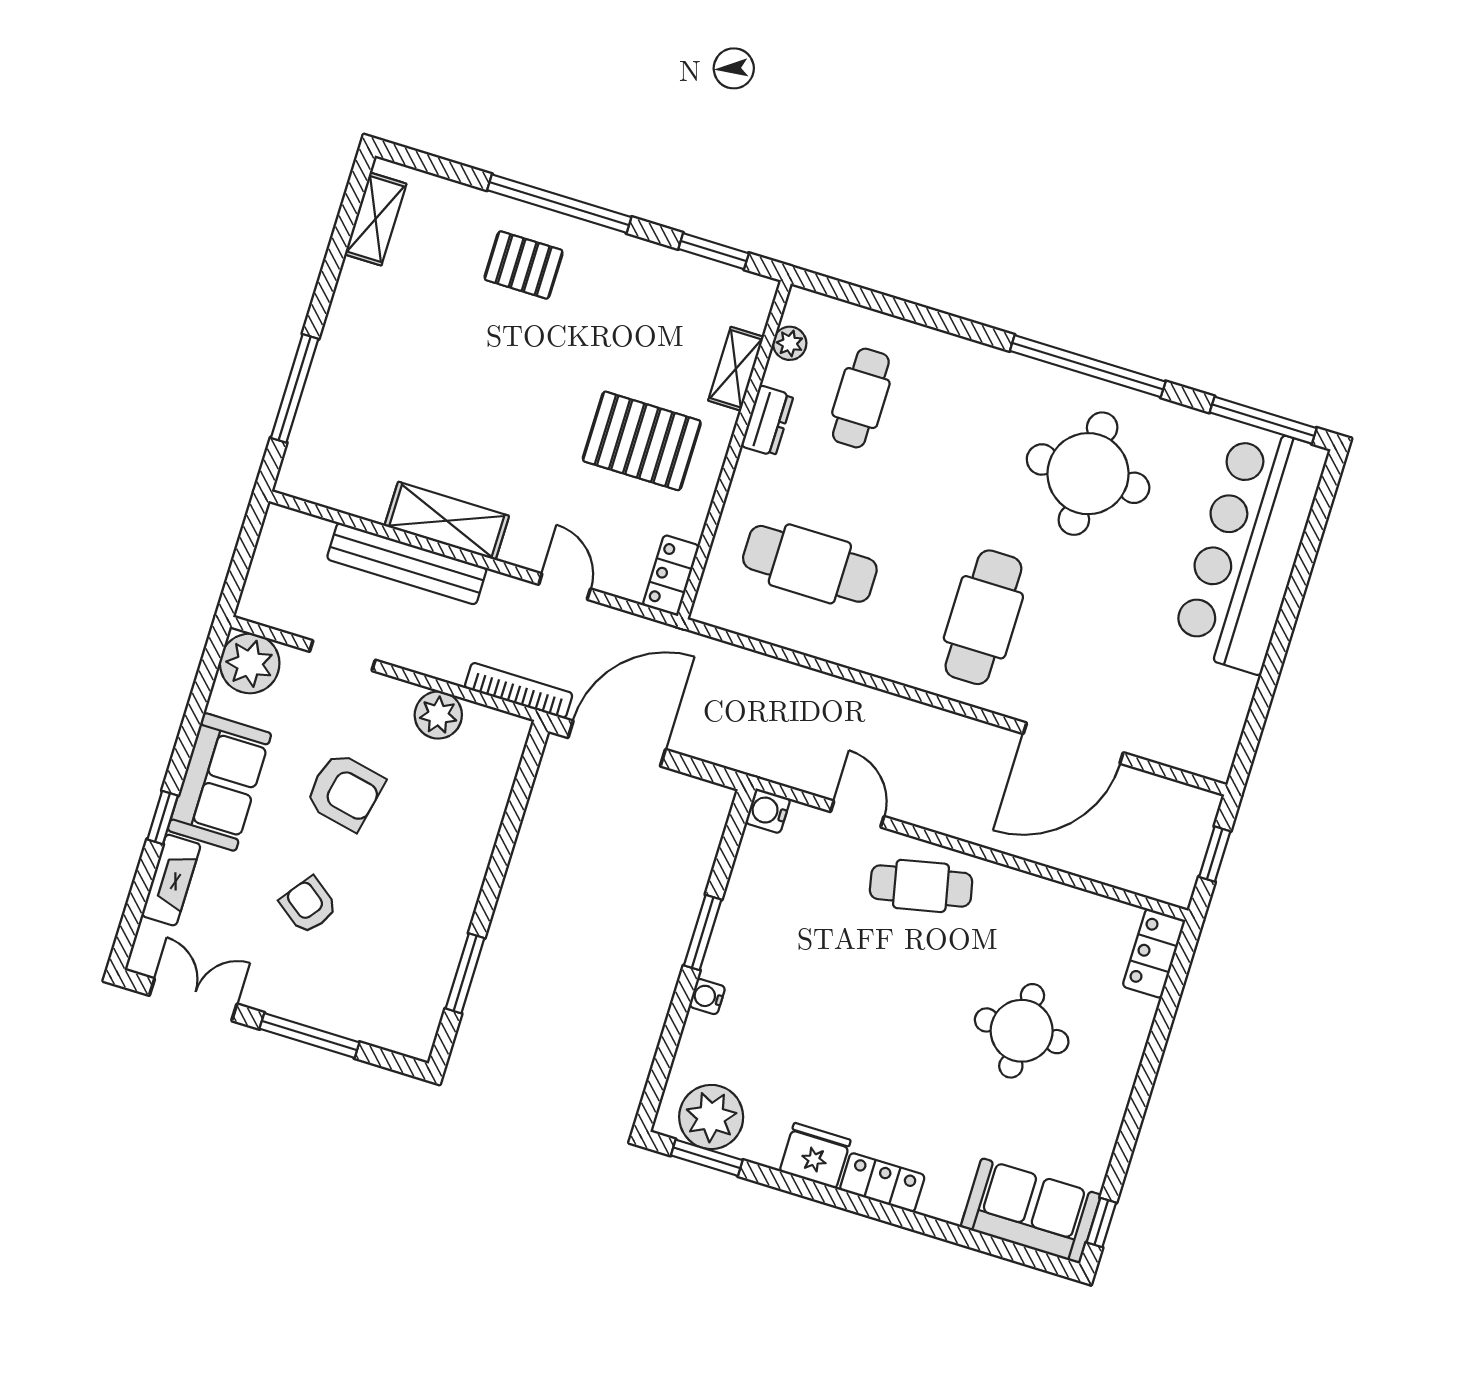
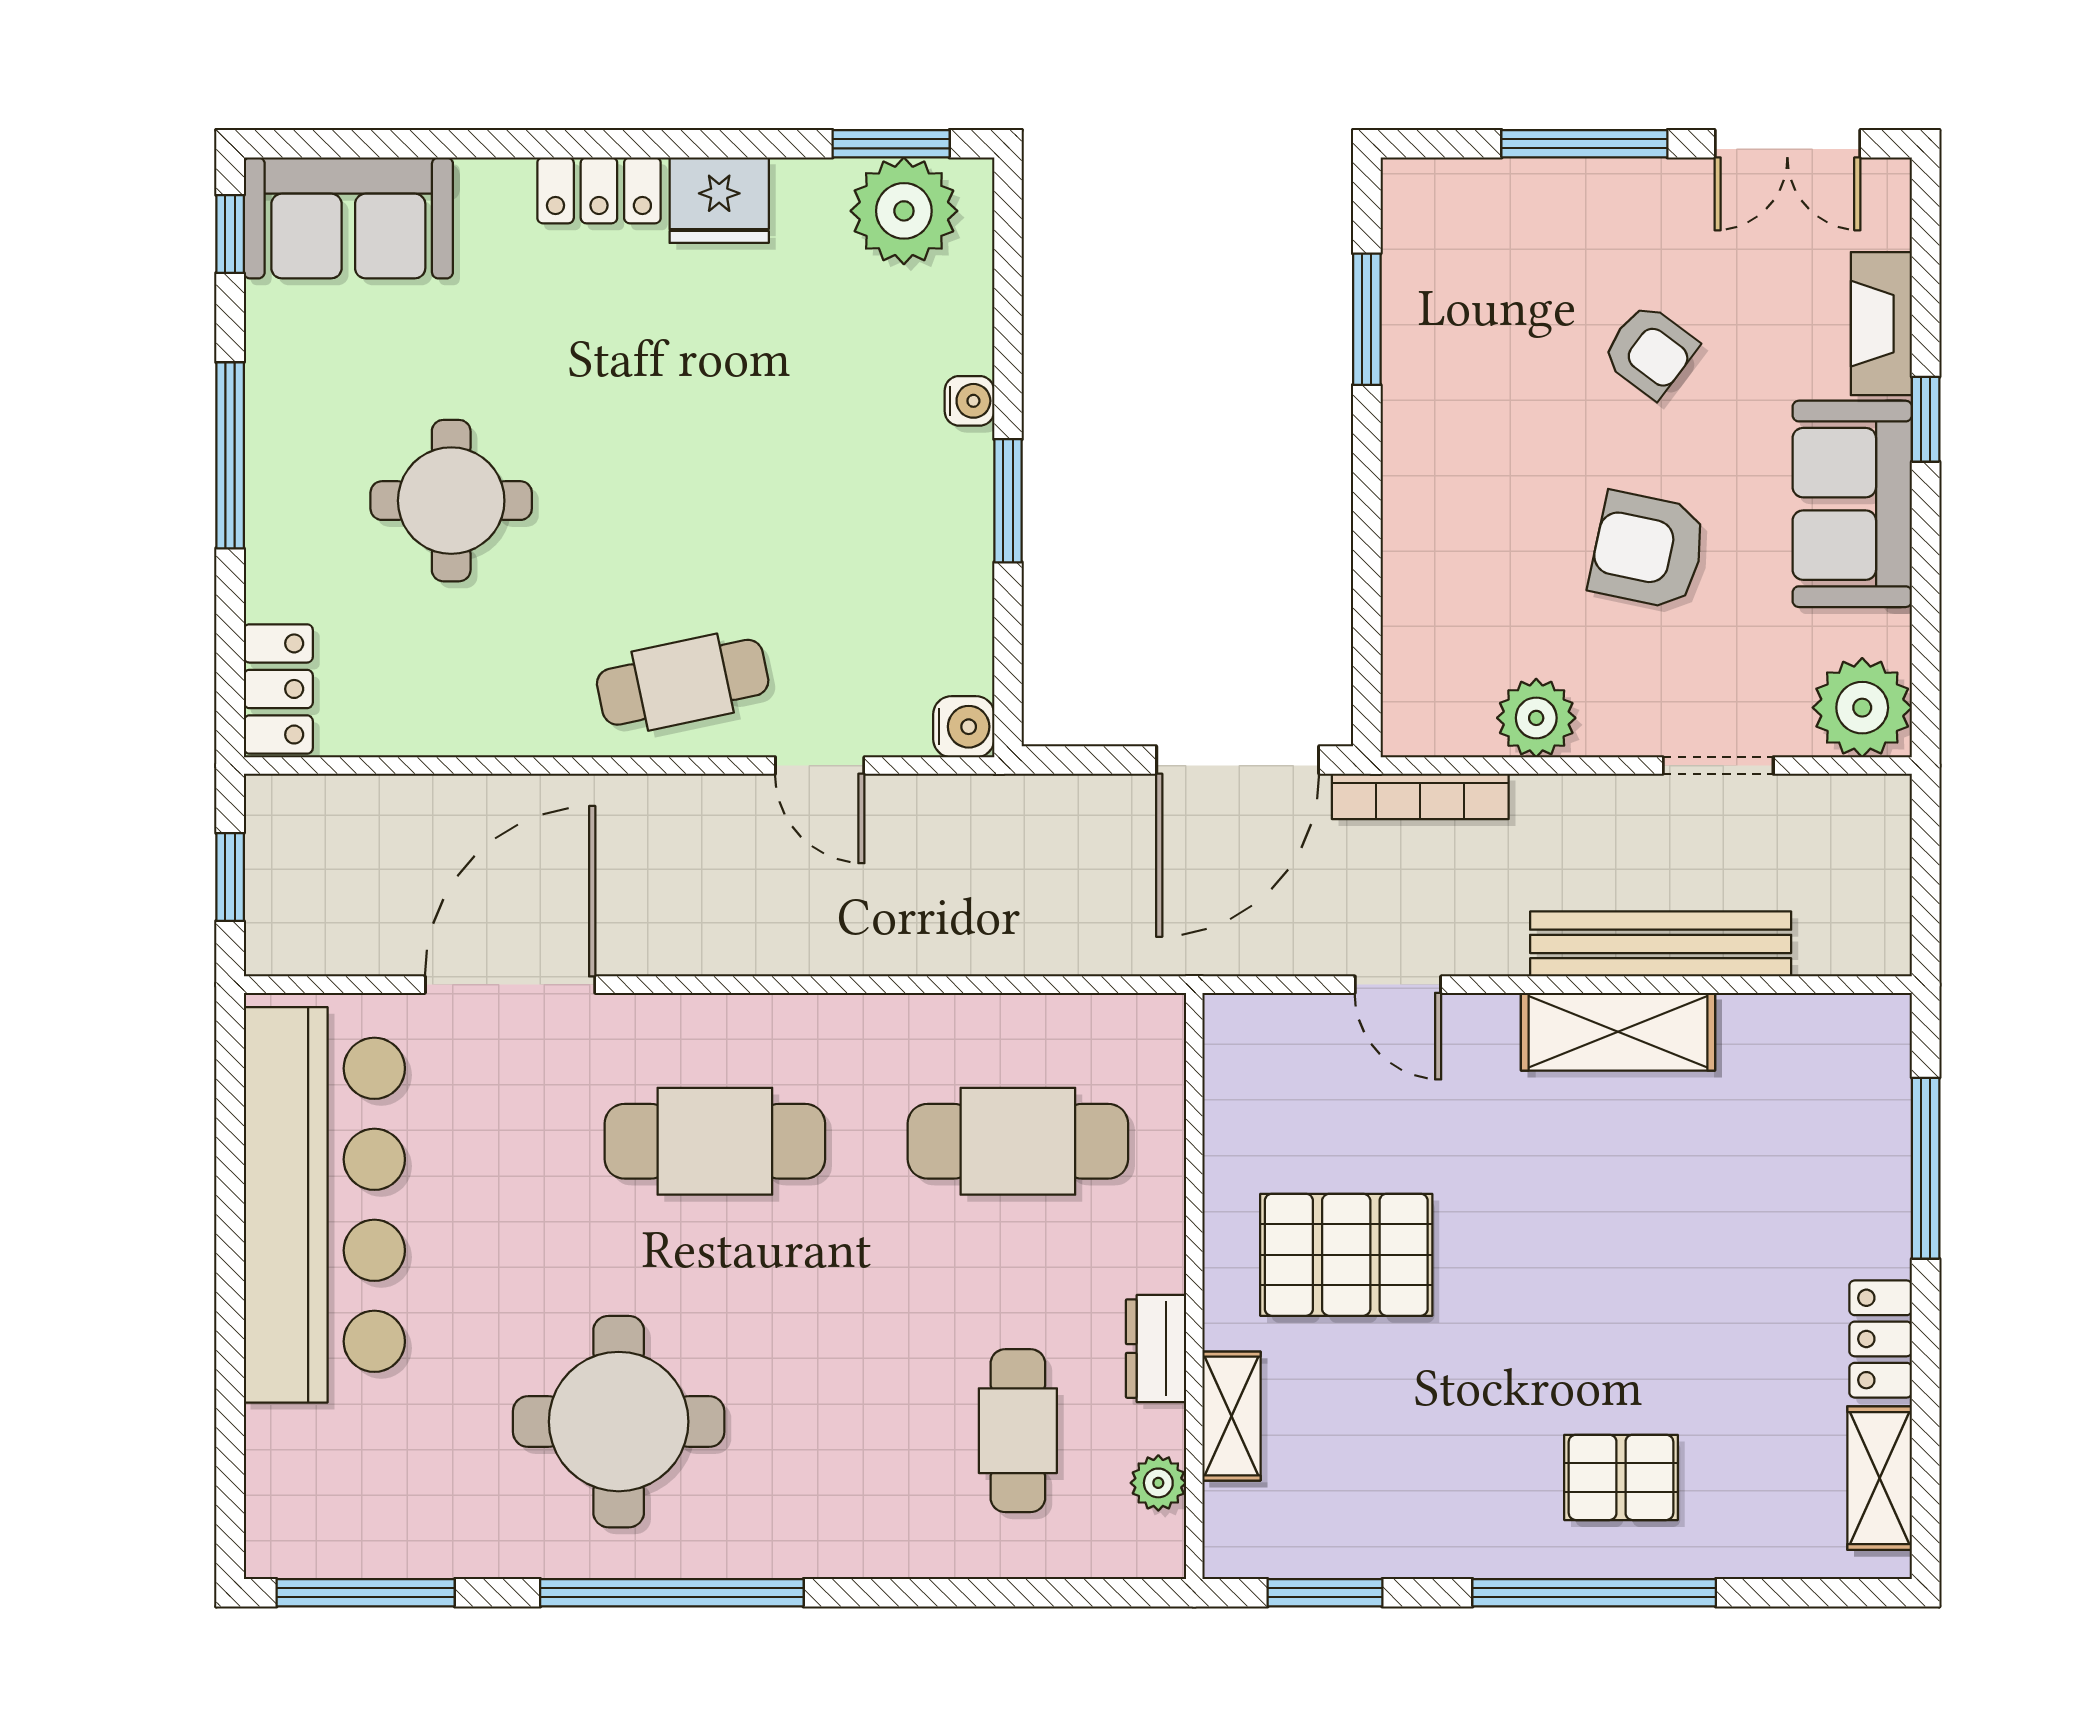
bar counter: (1250, 549) -> (324, 1205), moved
locker: (671, 575) -> (1881, 1339), moved, turned 180
cafe table: (983, 617) -> (715, 1141), turned 90
window: (1140, 1096) -> (230, 455), added

